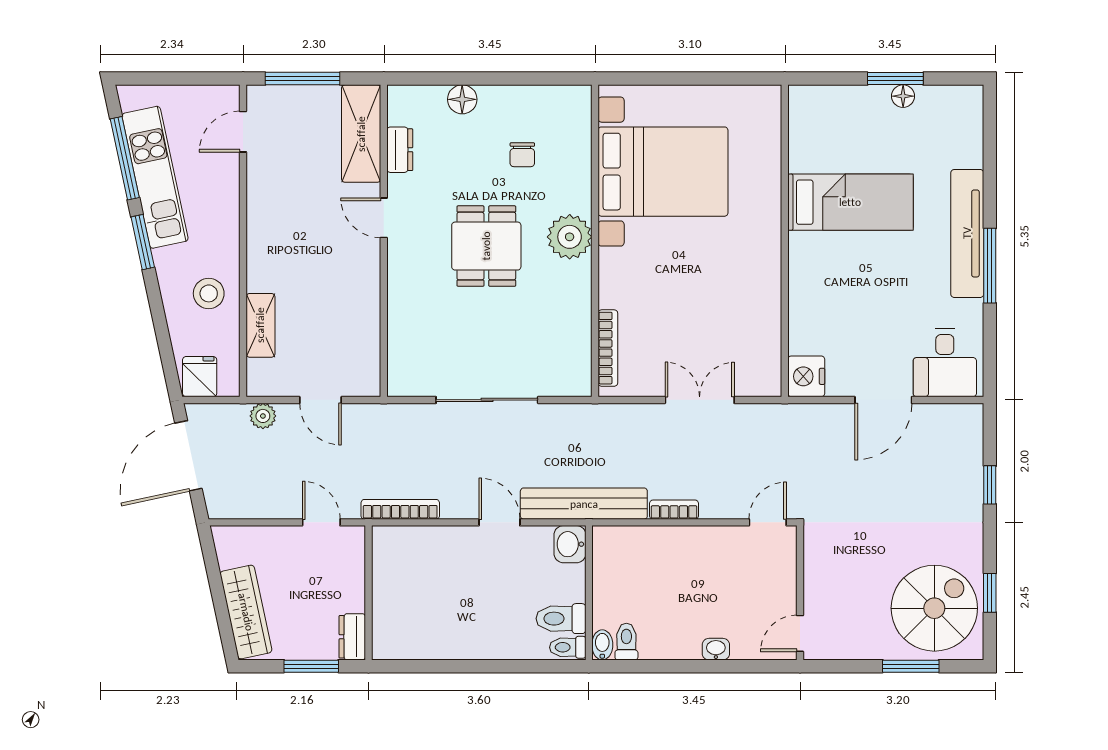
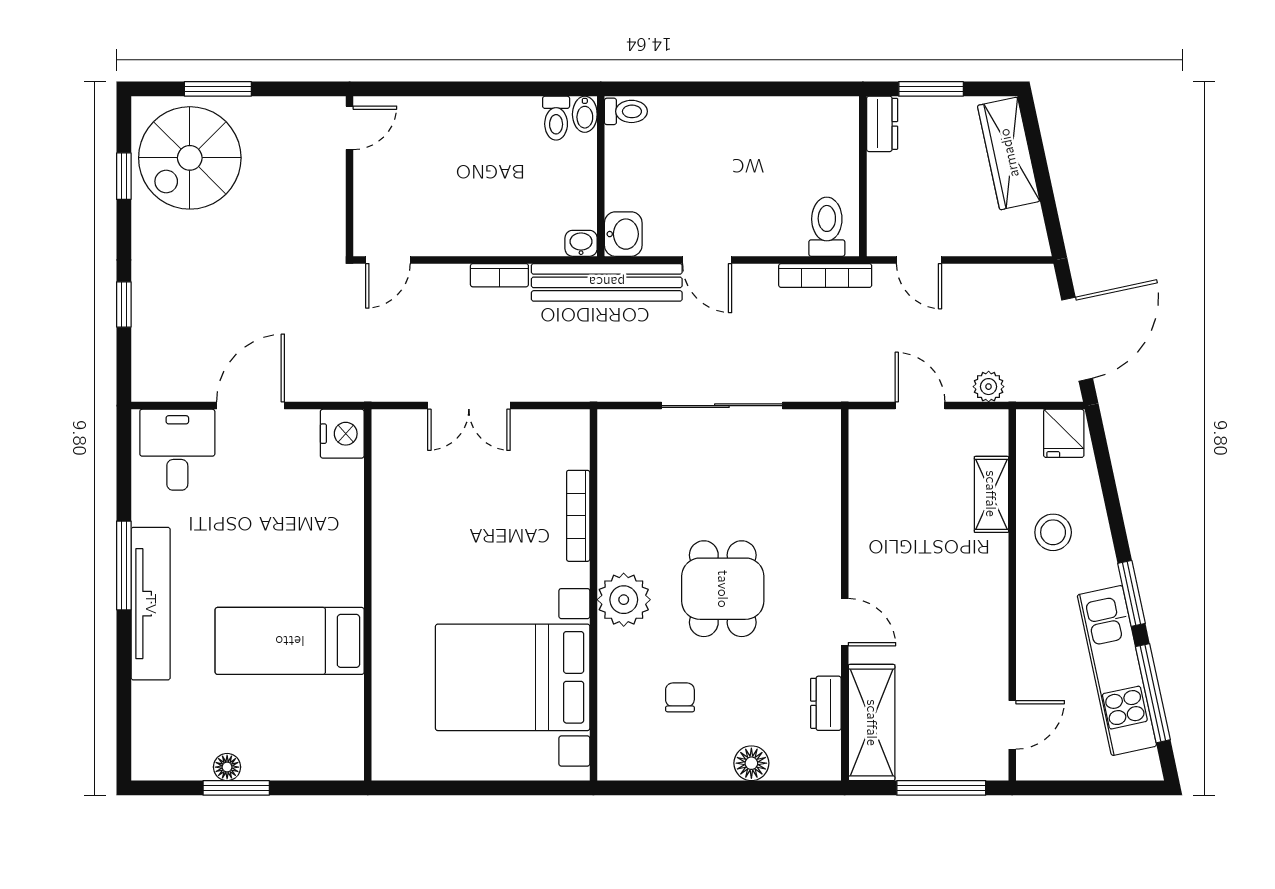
bookcase: (608, 348) -> (578, 516), moved
toilet: (561, 619) -> (827, 227), moved, turned -90
washbasin: (716, 649) -> (581, 243), moved, turned 180

